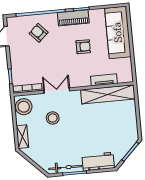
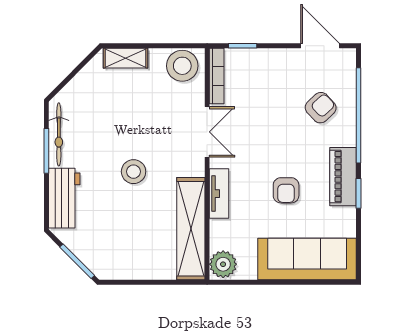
plant: (125, 76) -> (223, 264), added
tv unit: (104, 80) -> (219, 194), moved
stool: (53, 118) -> (134, 172), moved

